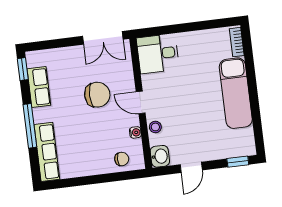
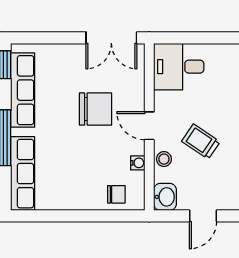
row of seats: (39, 87) -> (23, 90), width x1.48
trolley: (182, 110) -> (201, 142), added

